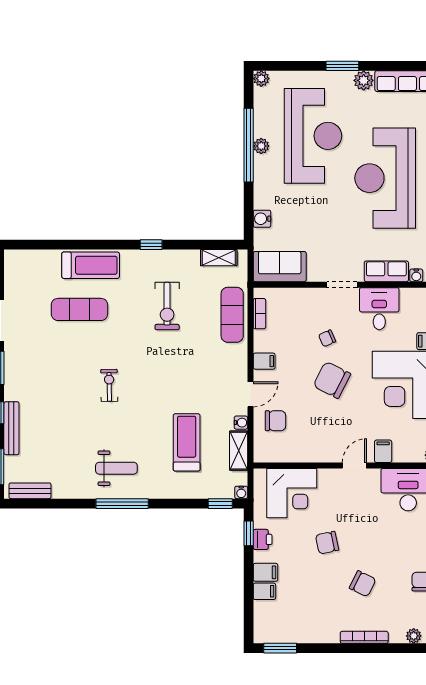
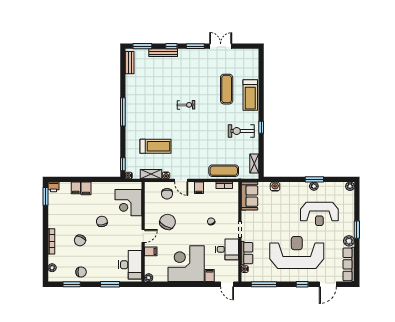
reception desk: (313, 136) -> (319, 214), width x0.74, depth x0.77
window: (249, 145) -> (314, 179), width x0.47
exercise bike: (167, 306) -> (241, 131), moved
chair: (332, 380) -> (168, 222), moved
door: (354, 465) -> (143, 236), hinge flipped
weight bench: (116, 468) -> (142, 109), removed
window: (249, 533) -> (107, 179), removed
printer: (263, 539) -> (53, 187), moved

